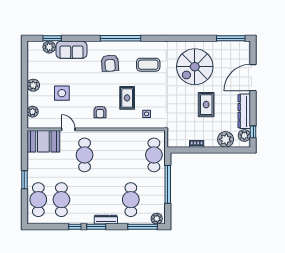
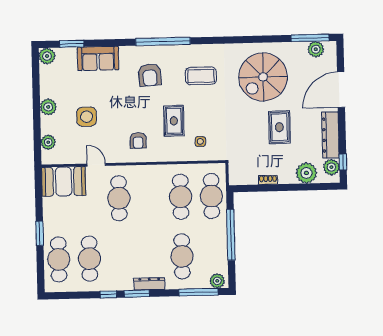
plant: (49, 47) -> (47, 56), moved
plant: (235, 47) -> (316, 49), added
cafe table: (131, 155) -> (181, 197), added

